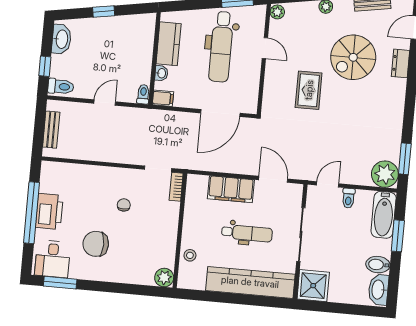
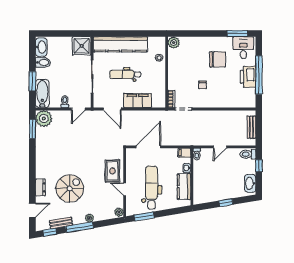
rug: (309, 90) -> (112, 171), moved

